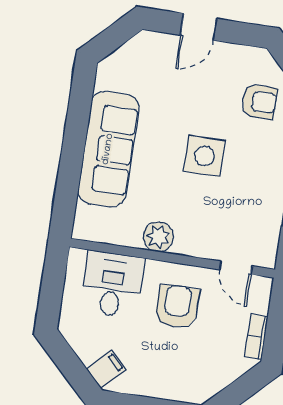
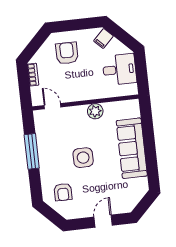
armchair: (259, 102) -> (63, 192), turned -90
desk: (112, 285) -> (119, 70), moved, turned -90
armchair: (177, 307) -> (67, 53), moved, turned 180

